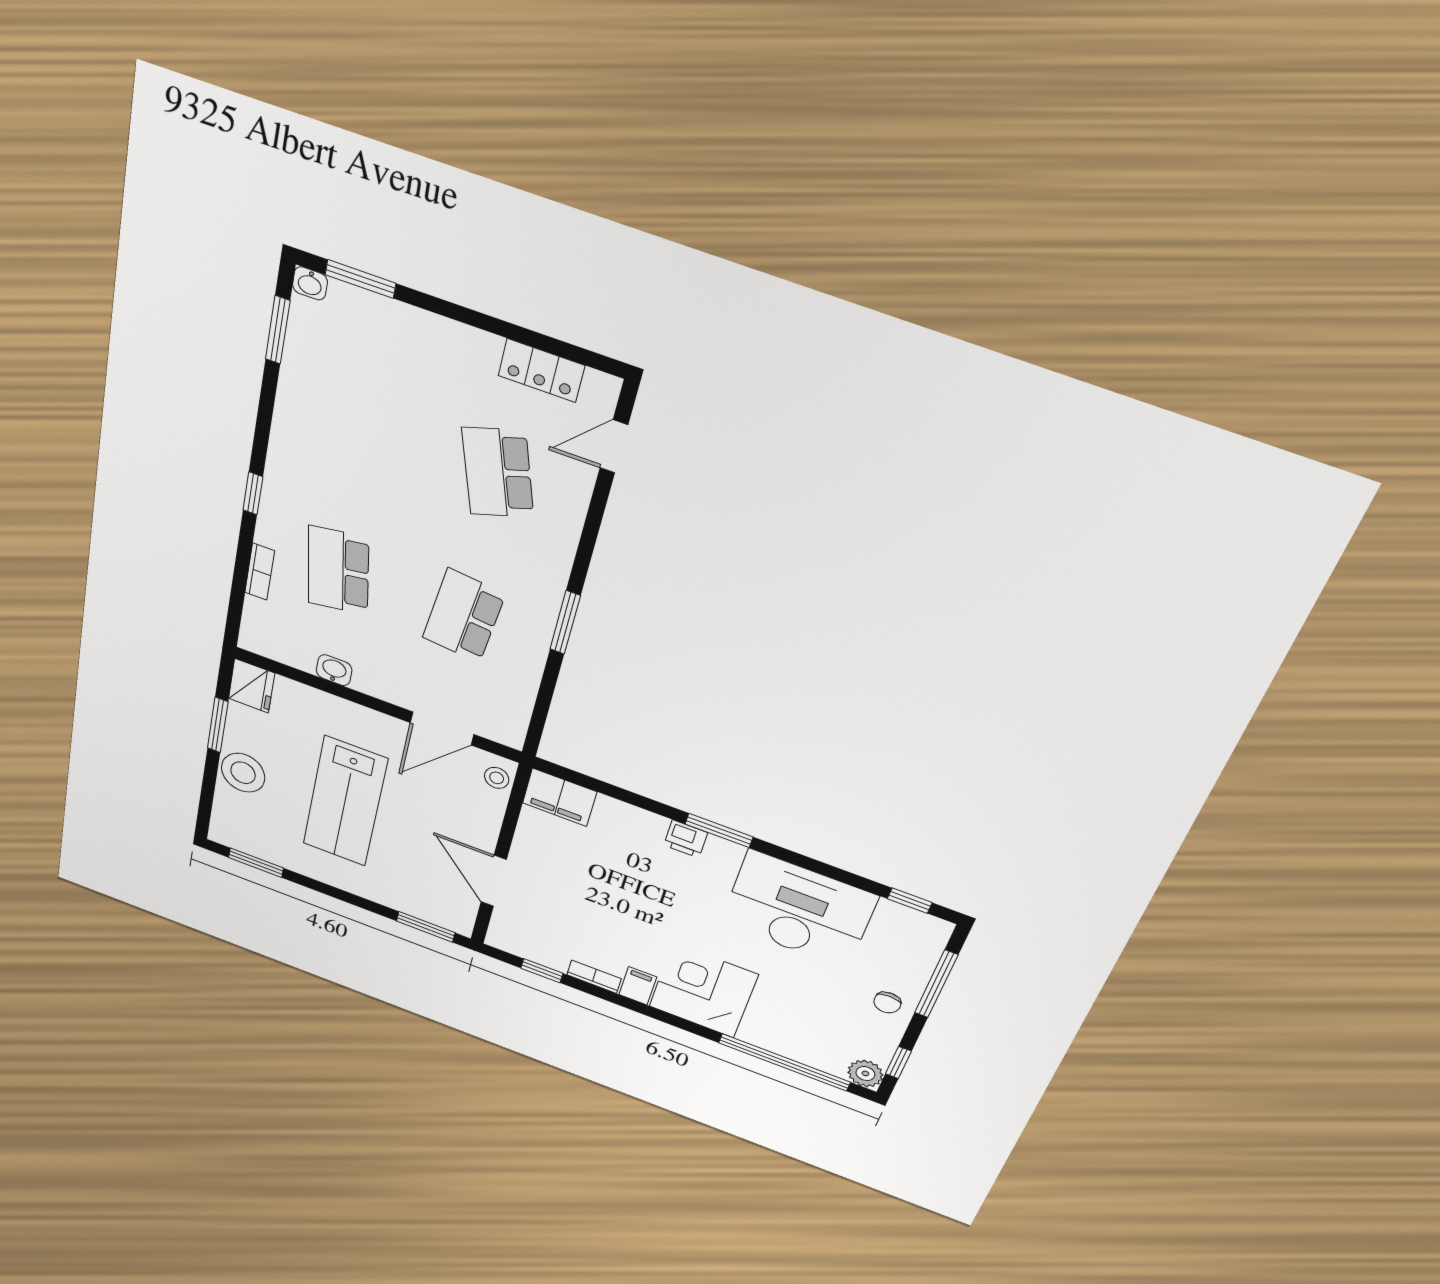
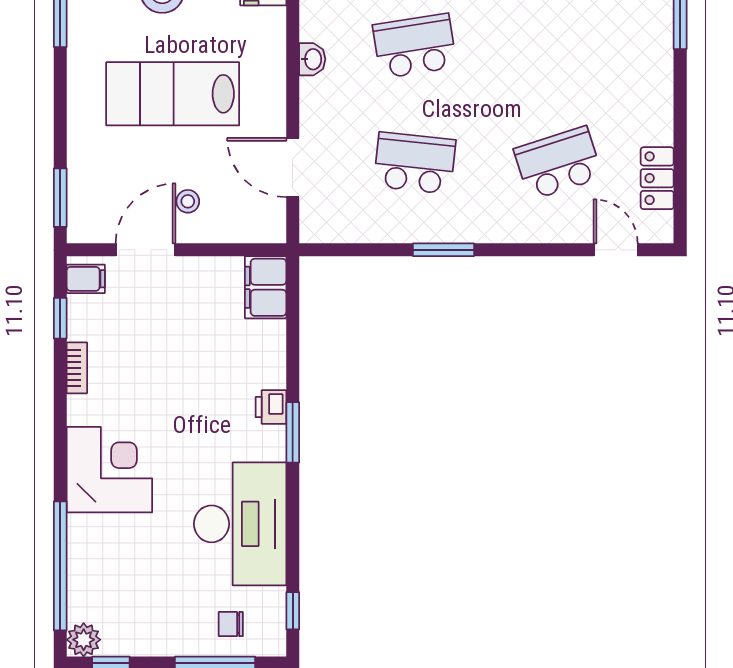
stool: (497, 778) -> (188, 201), moved
filing cabinet: (638, 986) -> (86, 279), moved
chair: (887, 1003) -> (231, 624), moved

